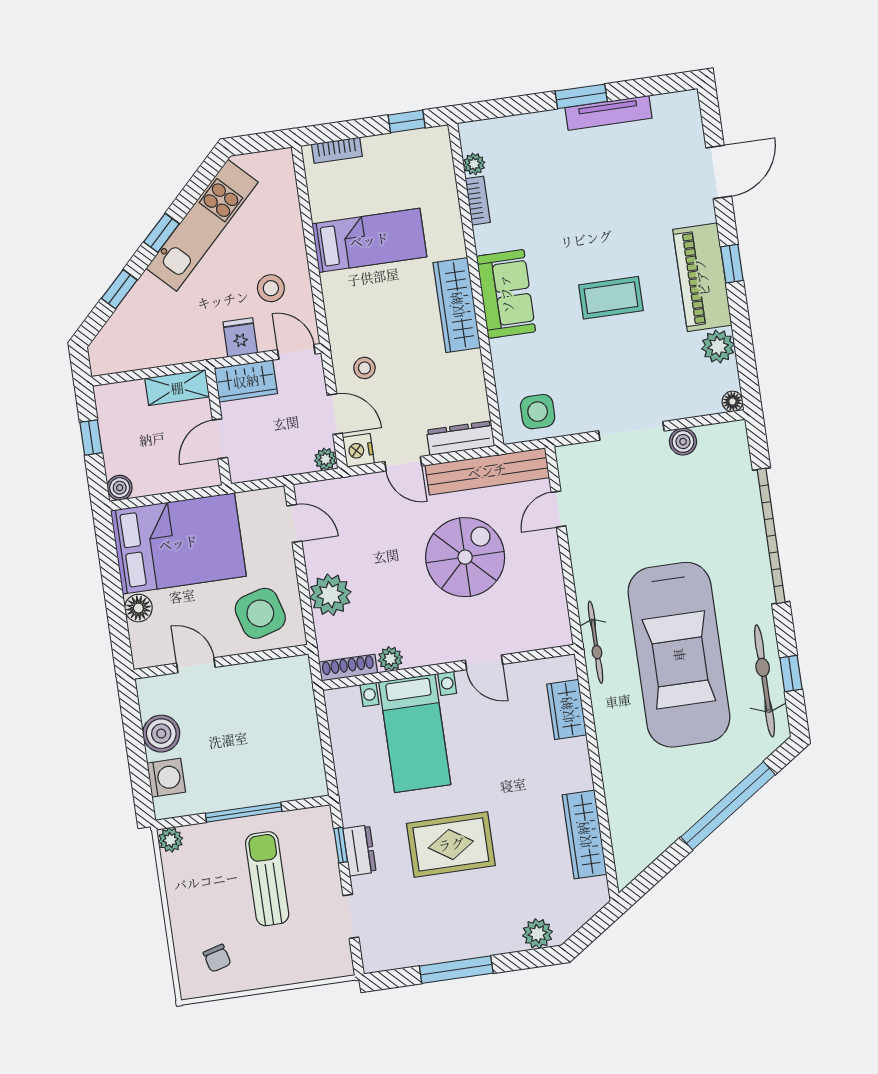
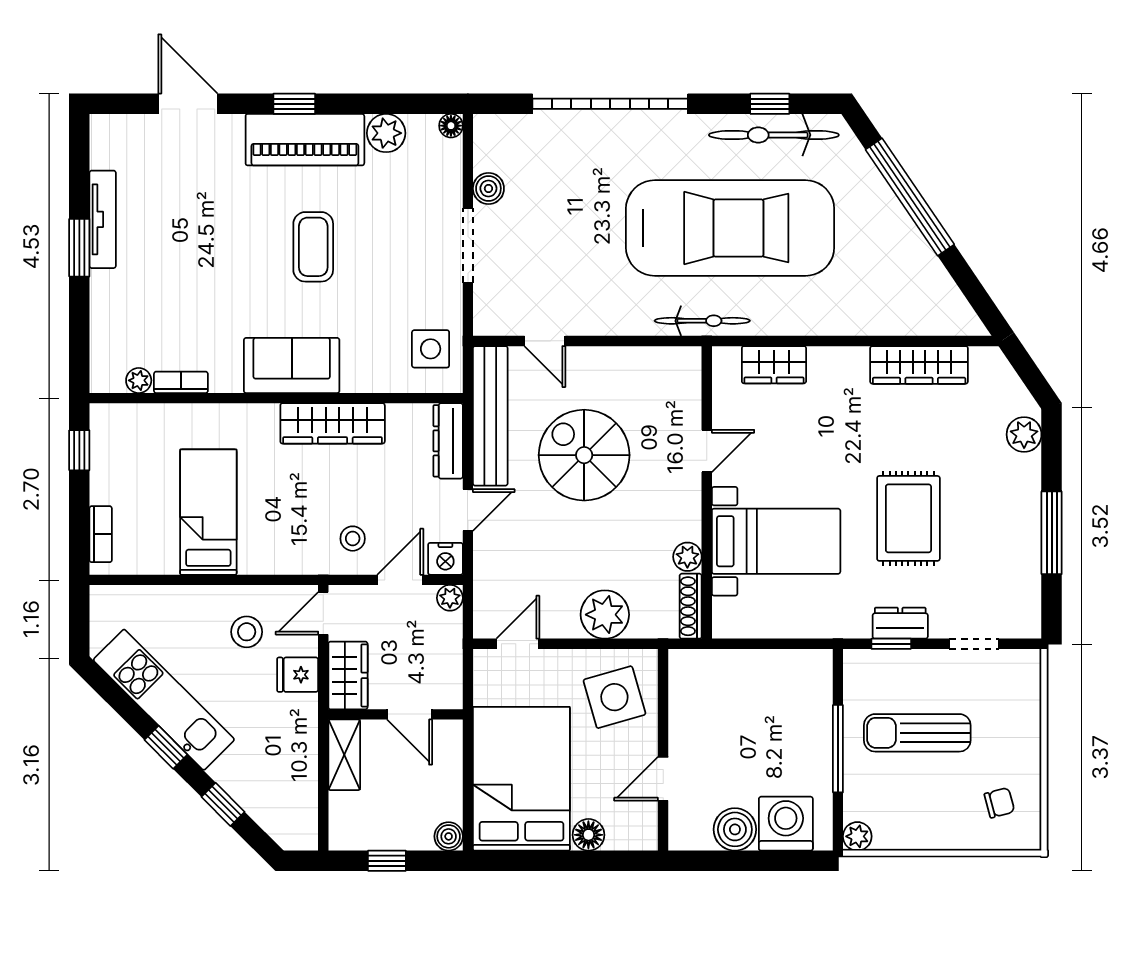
wardrobe: (457, 305) -> (333, 423), moved
washing machine: (166, 778) -> (786, 824), width x1.37, depth x1.37

